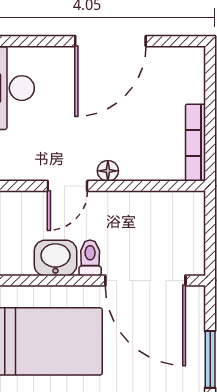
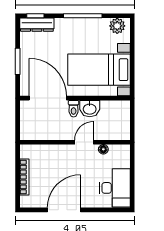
bookcase: (195, 143) -> (24, 177), moved
floor lamp: (108, 171) -> (103, 149), moved

